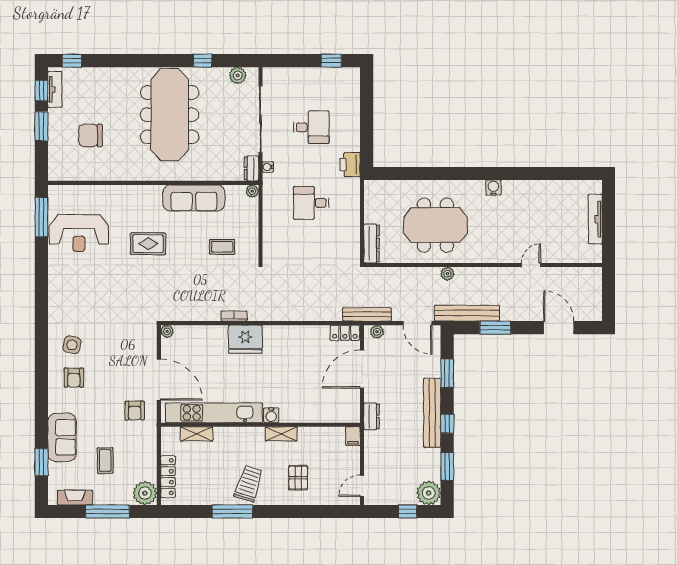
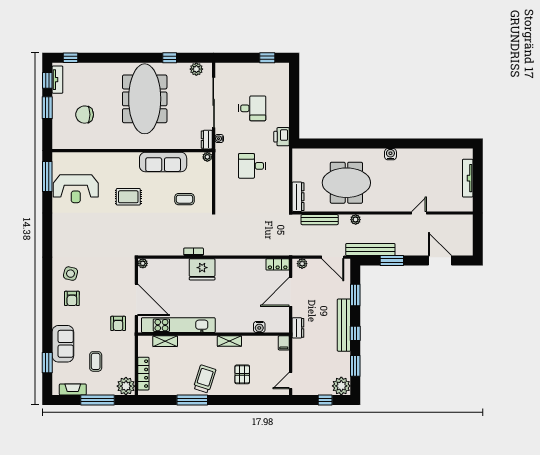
bench: (367, 314) -> (320, 220), moved
water cooler: (271, 415) -> (259, 327), moved

